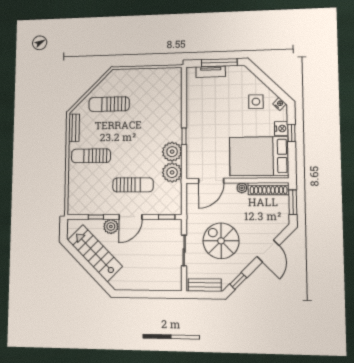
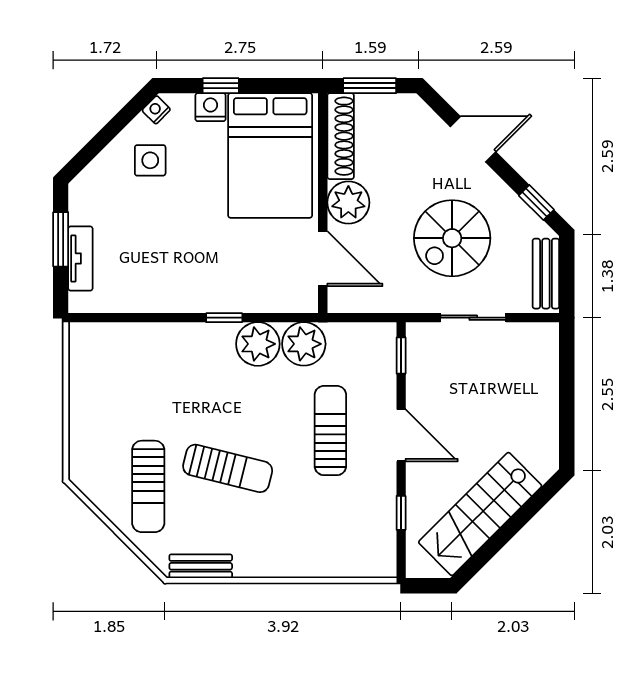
window: (219, 63) -> (61, 239), width x0.69
sun lounger: (91, 156) -> (228, 468), moved, turned -76
plant: (242, 188) -> (348, 203), width x1.88, depth x1.88
plant: (111, 226) -> (422, 479), removed

